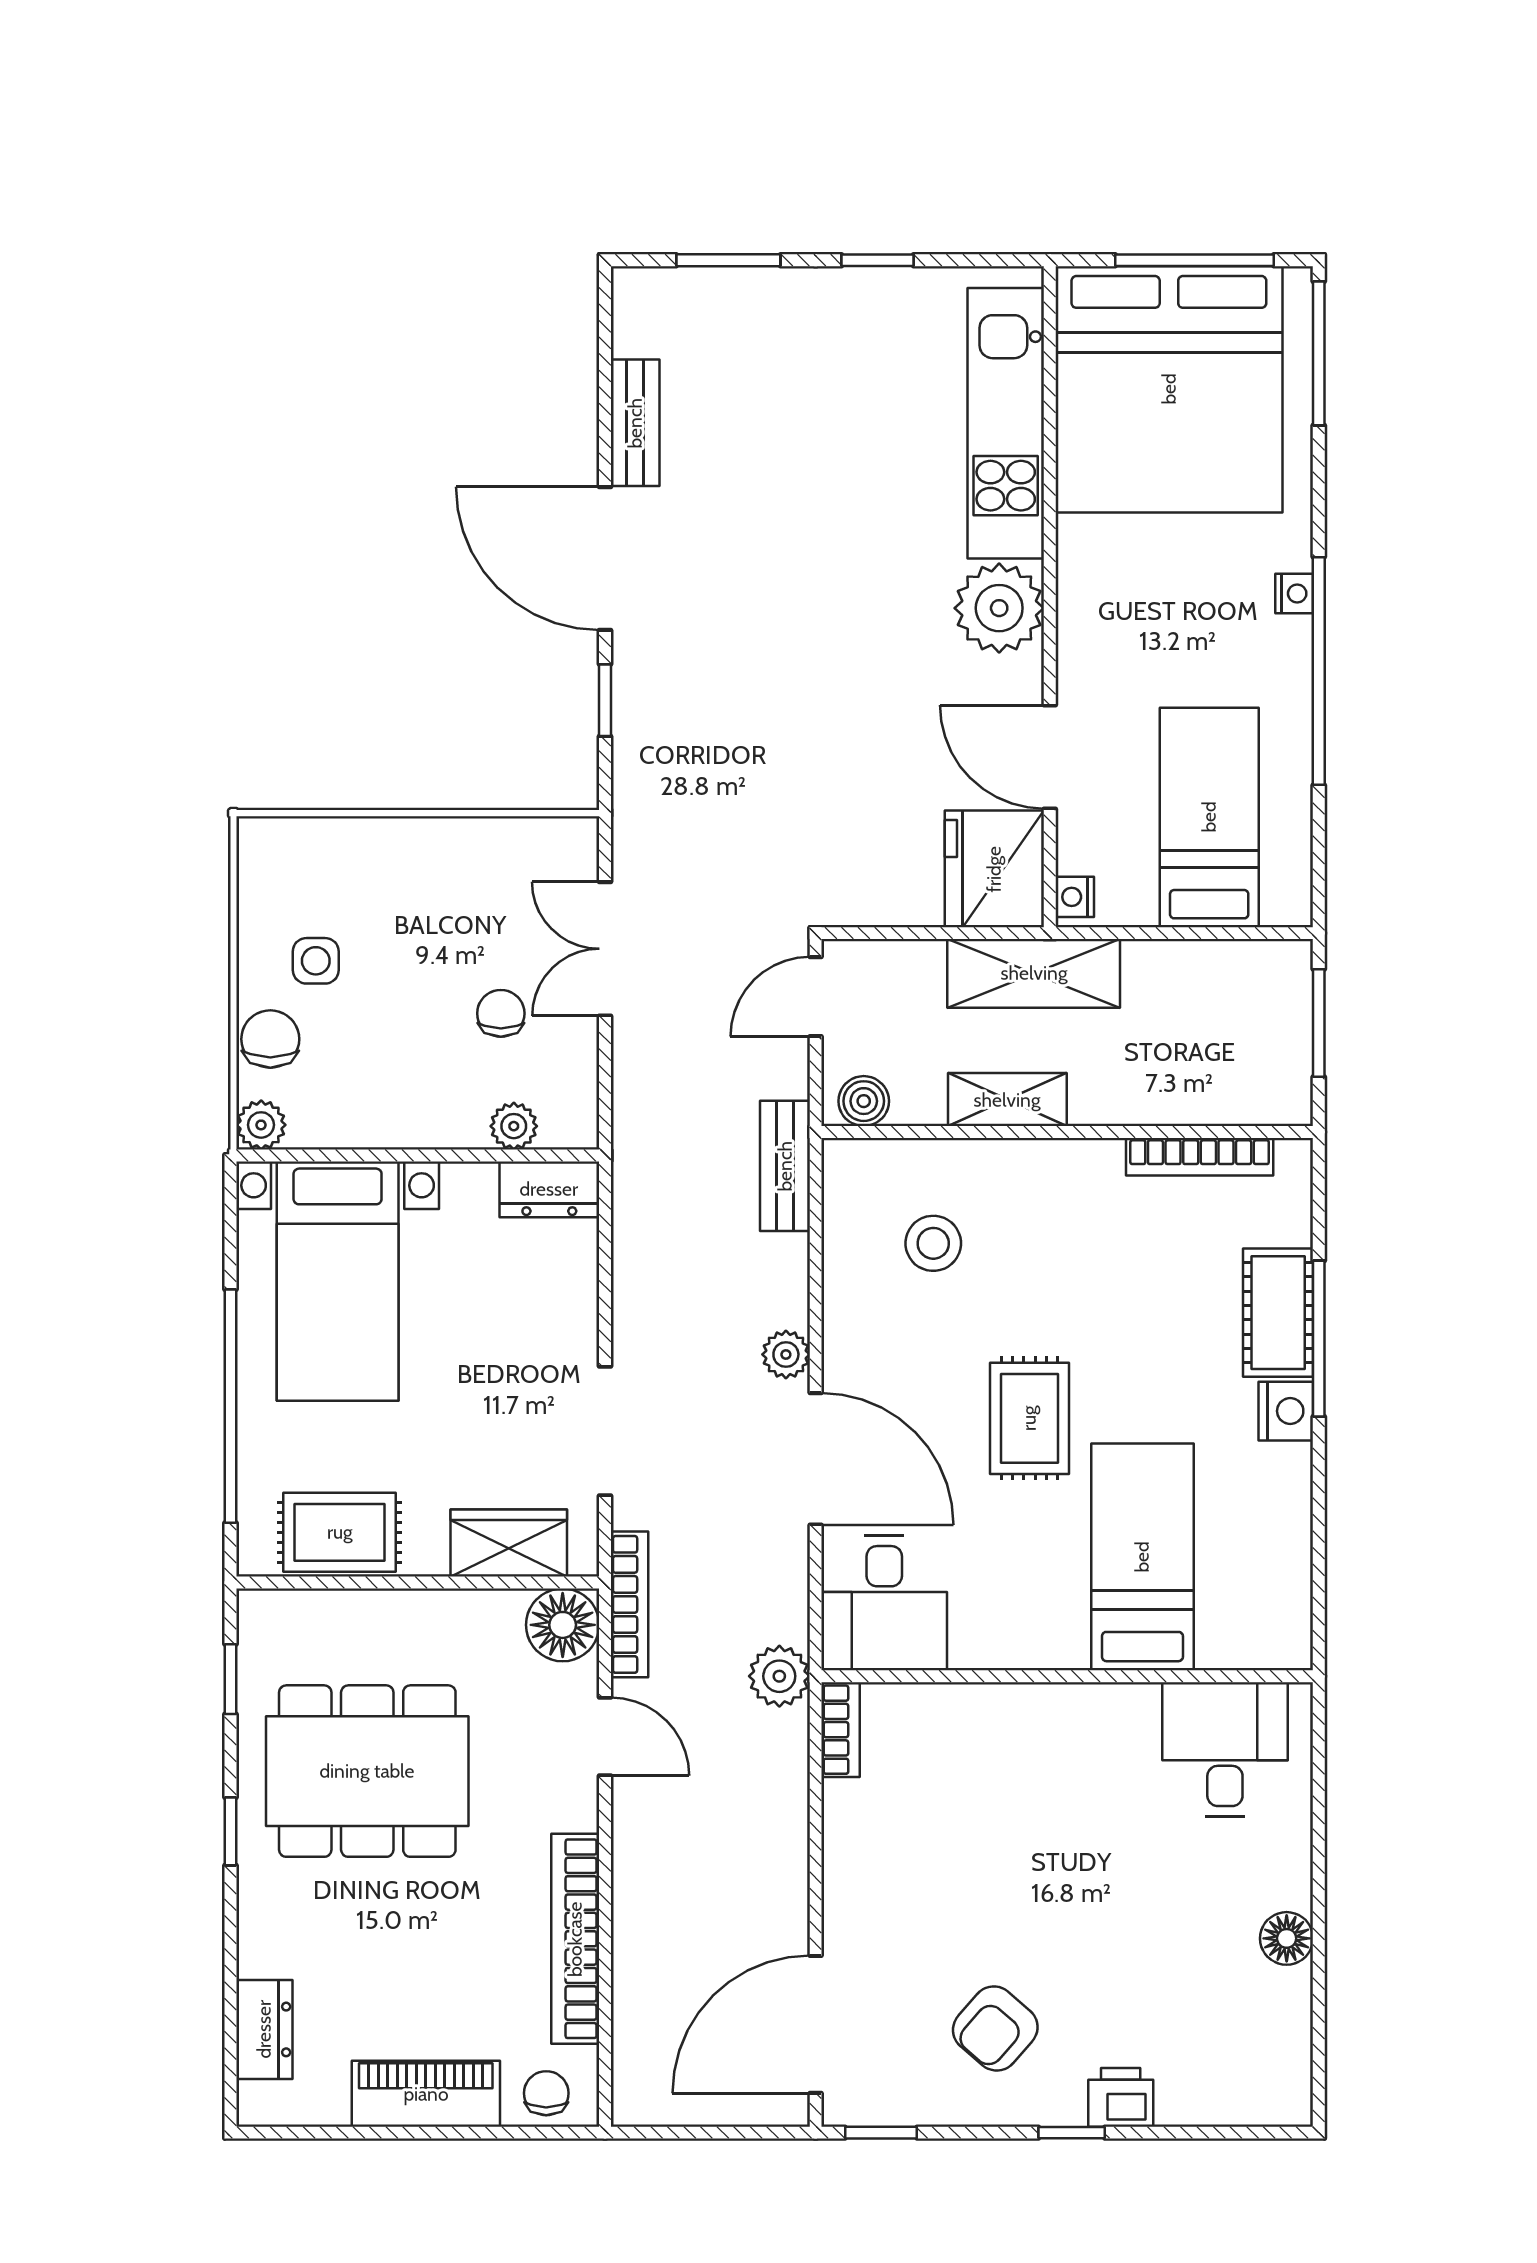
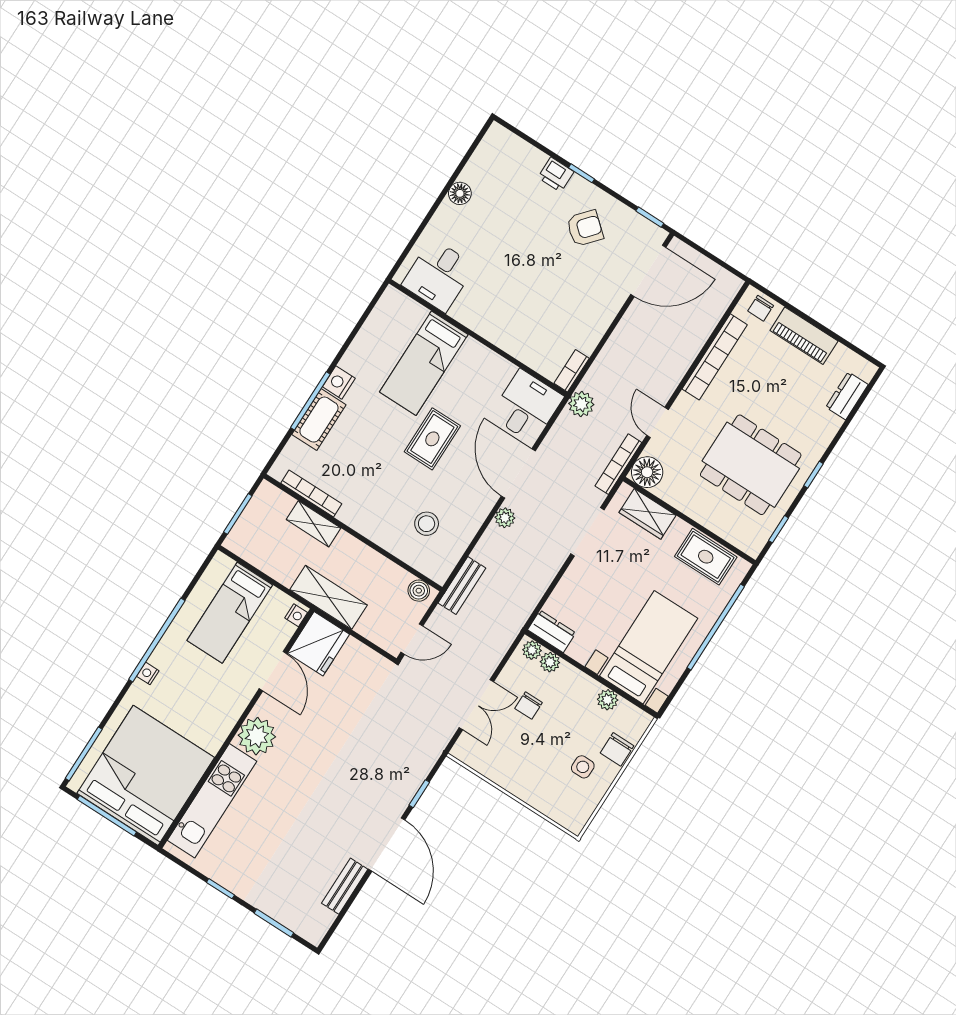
shelving: (1007, 1100) -> (313, 524), moved
plant: (261, 1125) -> (608, 700), moved
plant: (564, 1127) -> (532, 650), added

